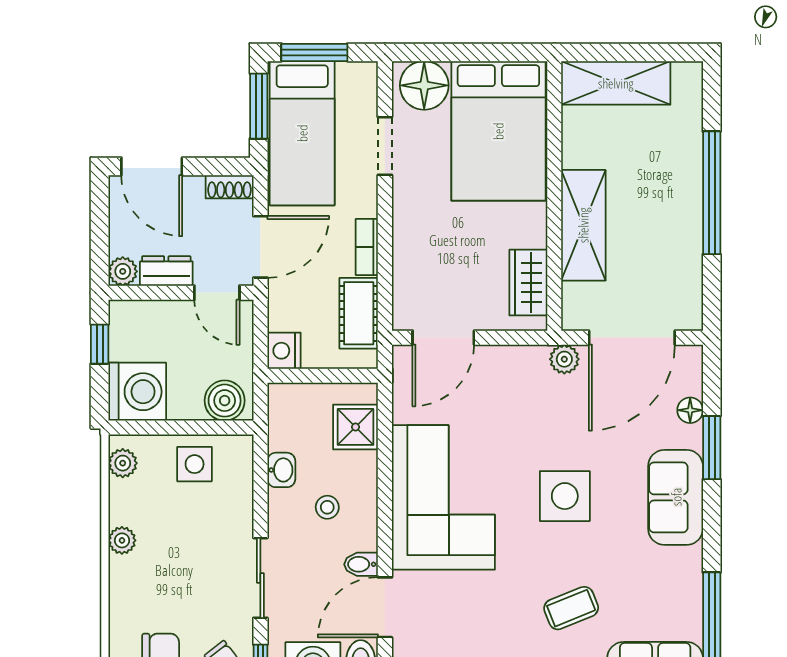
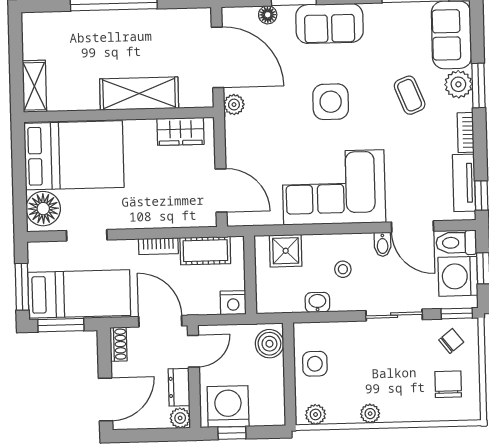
shelving: (616, 83) -> (34, 86), width x0.67, depth x0.75
washing machine: (137, 392) -> (228, 406), moved

